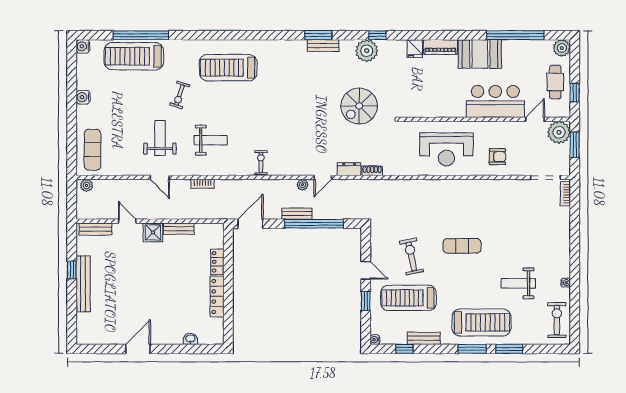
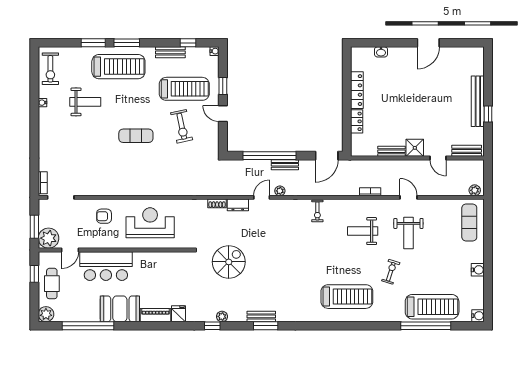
plant: (367, 51) -> (222, 316), width x0.53, depth x0.53
treadmill: (481, 322) -> (118, 67), turned 180

